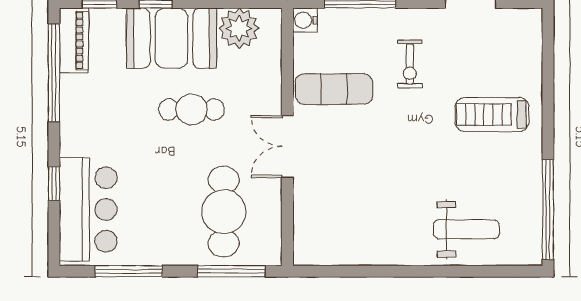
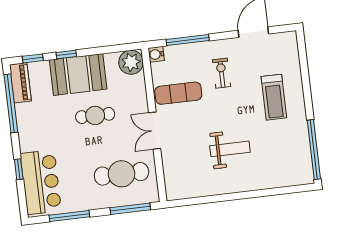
plant: (239, 28) -> (131, 62), moved
exercise bike: (410, 64) -> (222, 73), turned 180
treadmill: (492, 115) -> (274, 97), turned -90
cafe table: (224, 212) -> (122, 174), turned 90
weight bench: (466, 229) -> (230, 149), moved

